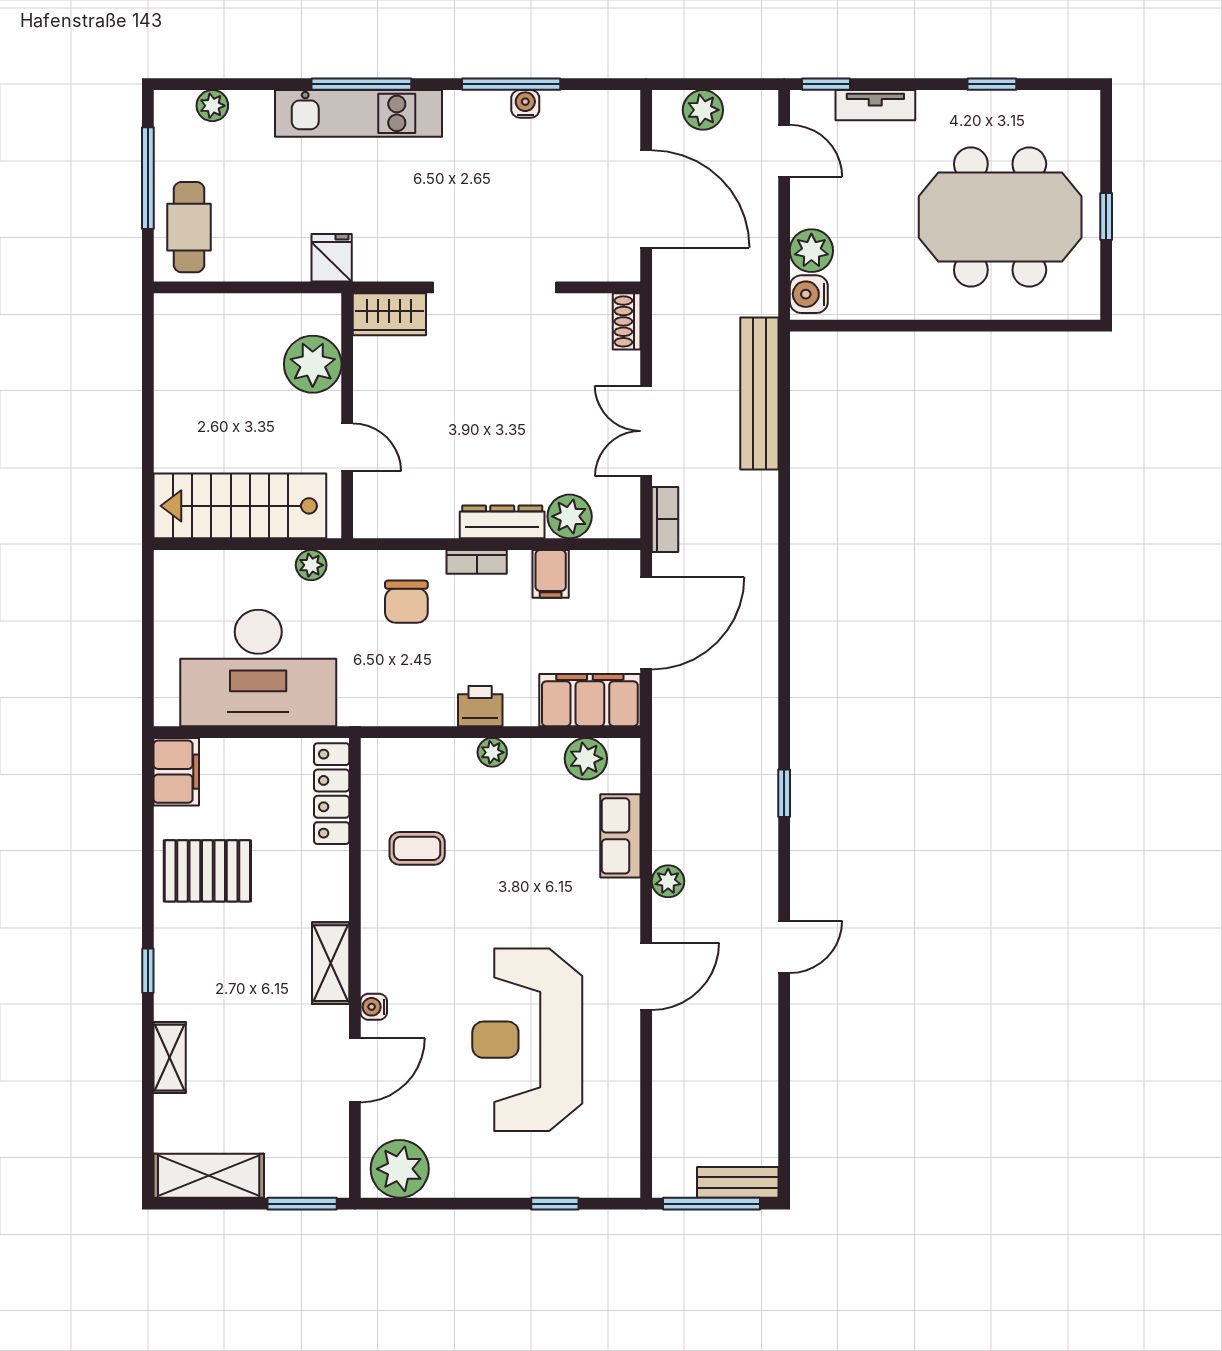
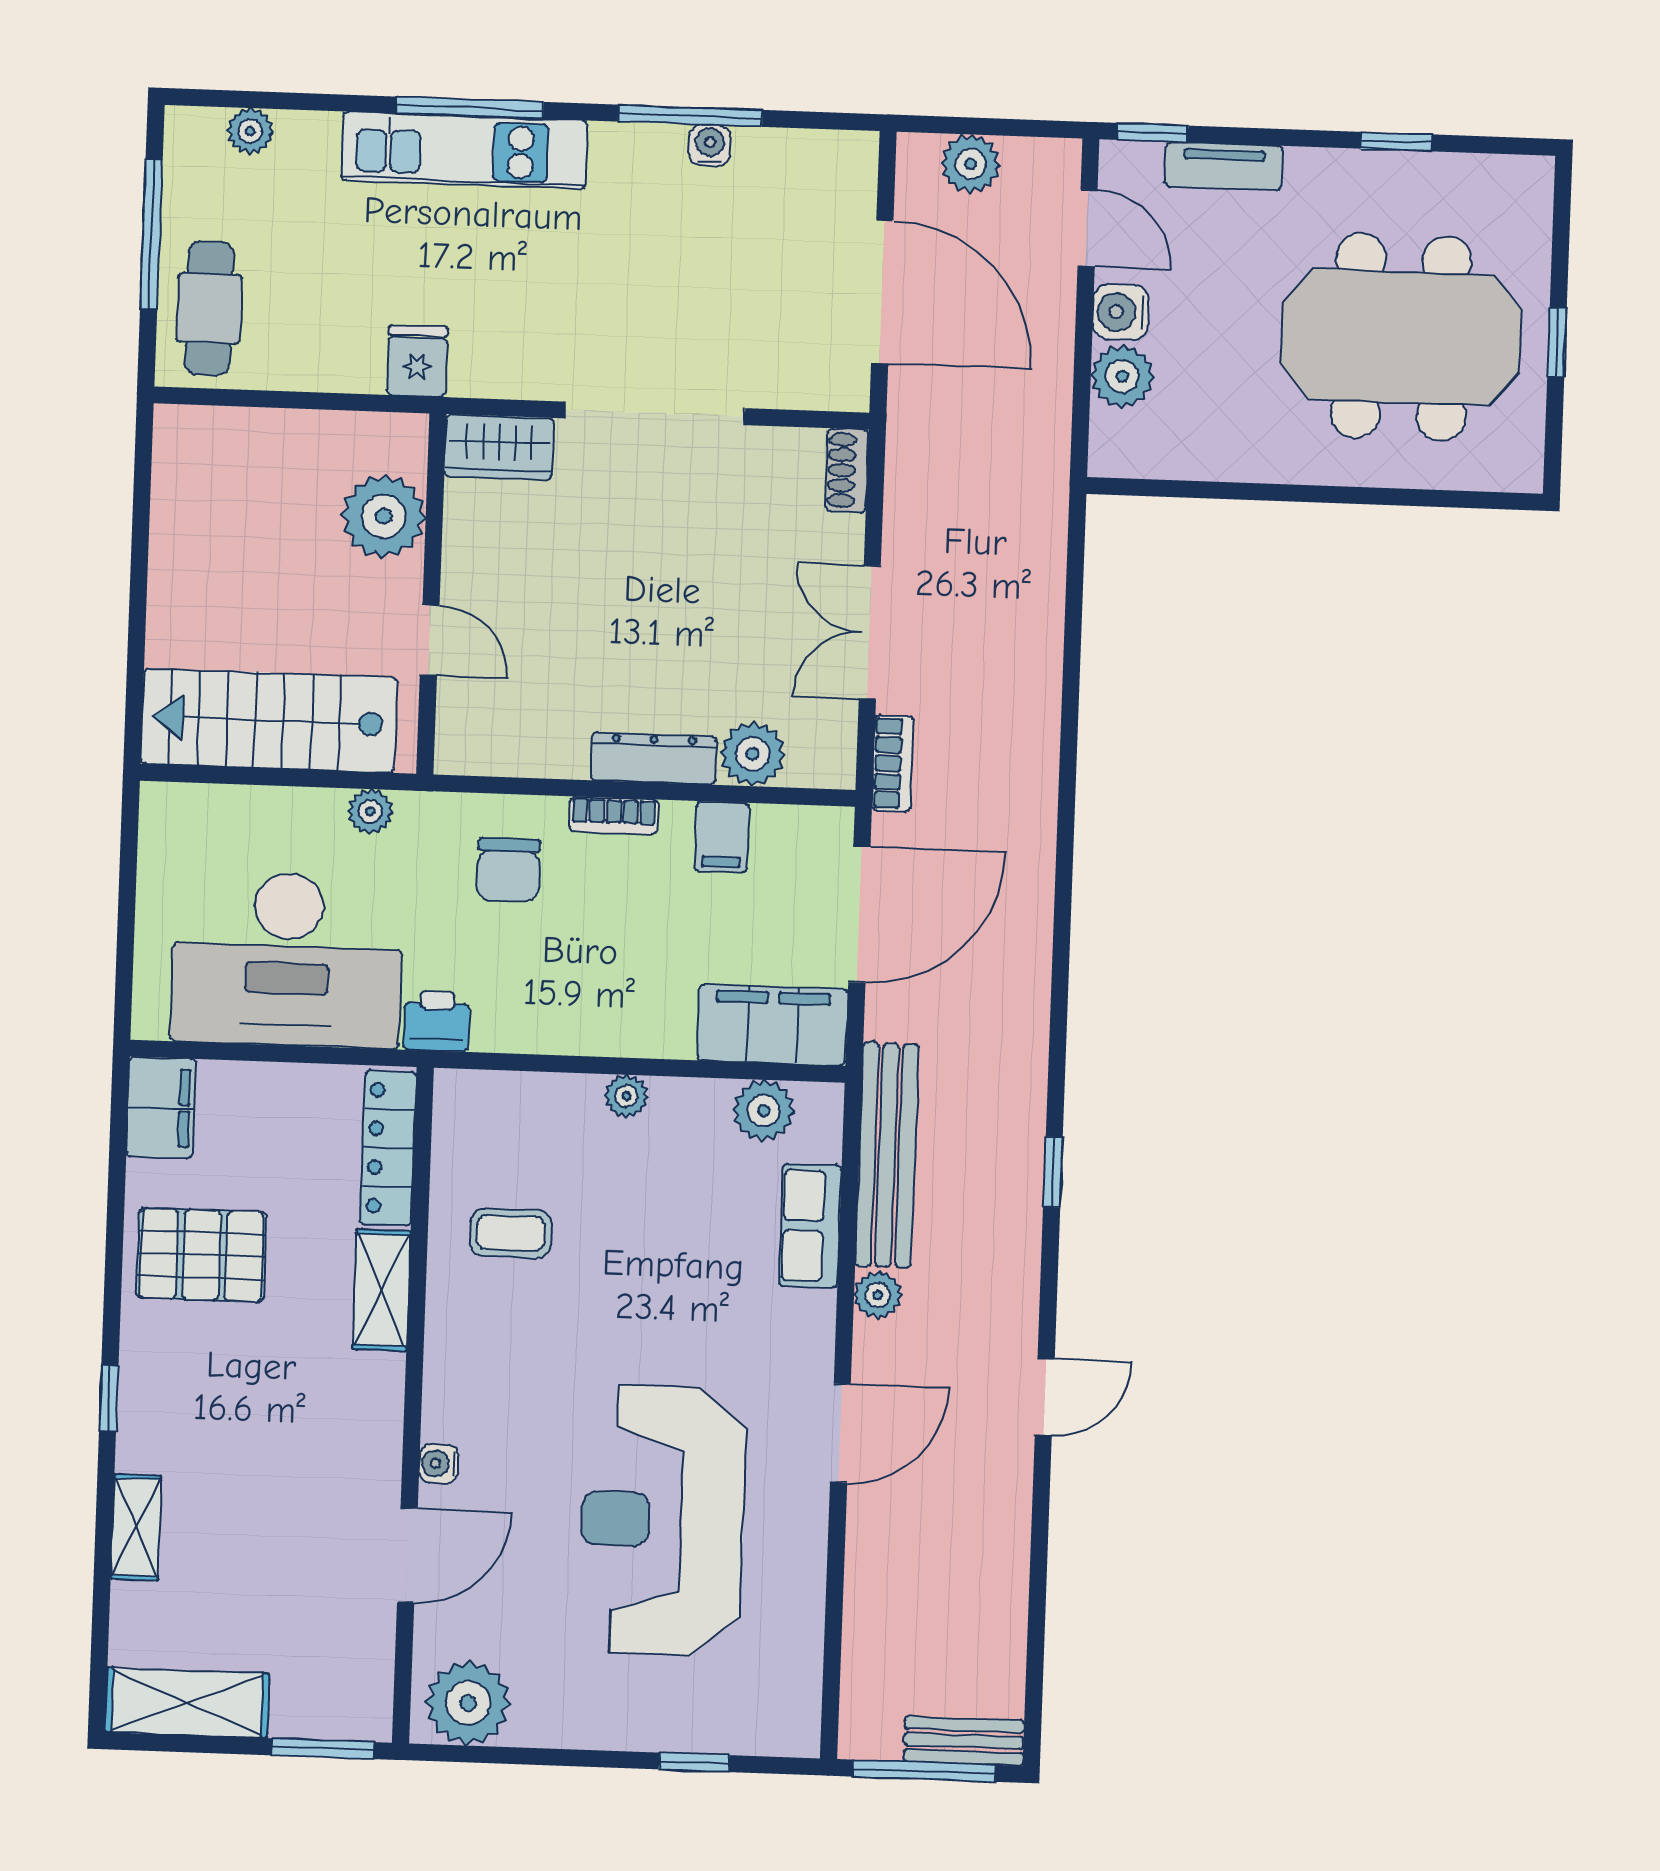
water cooler: (809, 294) -> (1121, 312), moved
bench: (759, 393) -> (887, 1155), moved
printer: (480, 706) -> (437, 1021), moved
shelving: (331, 963) -> (382, 1290), moved

